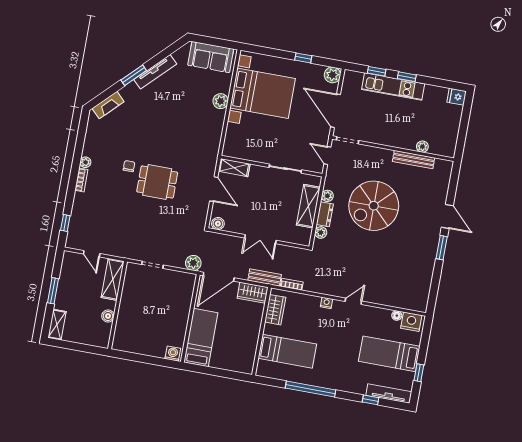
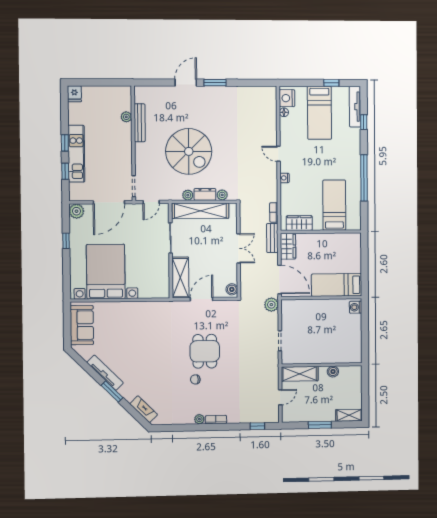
plant: (221, 101) -> (120, 308), removed
shelving: (234, 168) -> (180, 278), width x1.50, depth x1.33
shelving: (308, 206) -> (200, 211), width x1.47

